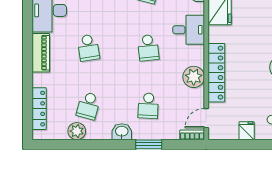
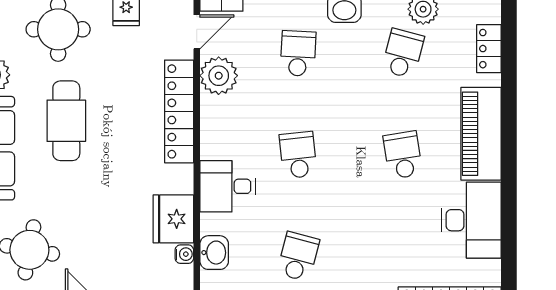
piano: (41, 53) -> (481, 134), width x1.37, depth x1.33
plant: (194, 77) -> (219, 76), moved
locker: (39, 109) -> (489, 49), width x0.66

